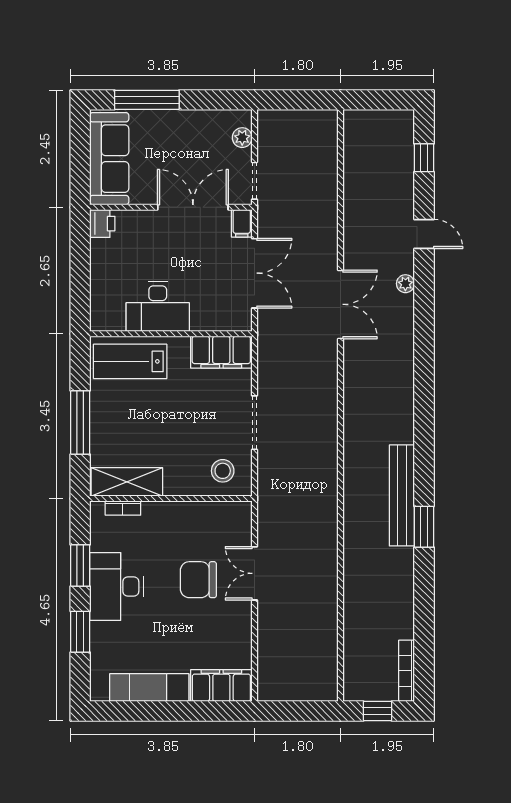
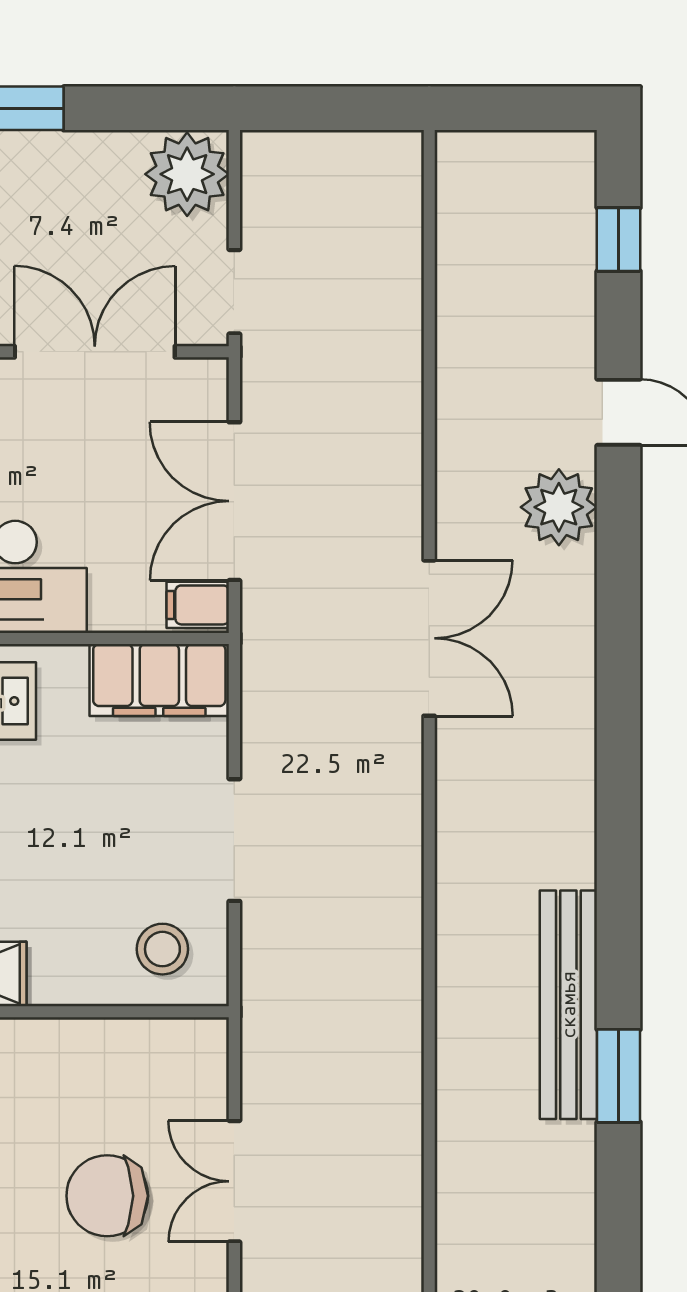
plant: (242, 138) -> (187, 174), width x1.88, depth x1.88
filing cabinet: (242, 223) -> (198, 605), moved, turned 90
double door: (254, 273) -> (234, 501), swing flipped
plant: (405, 284) -> (559, 507), width x1.87, depth x1.87
double door: (340, 304) -> (429, 638), moved

